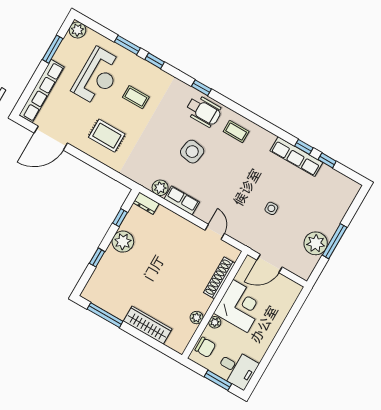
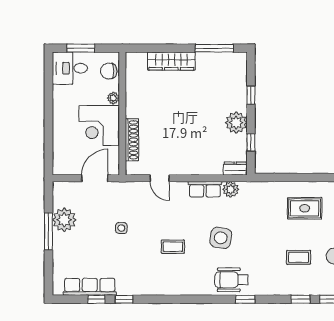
coffee table: (236, 131) -> (173, 247), moved
row of seats: (296, 157) -> (90, 287), moved
plant: (197, 318) -> (132, 93), removed

